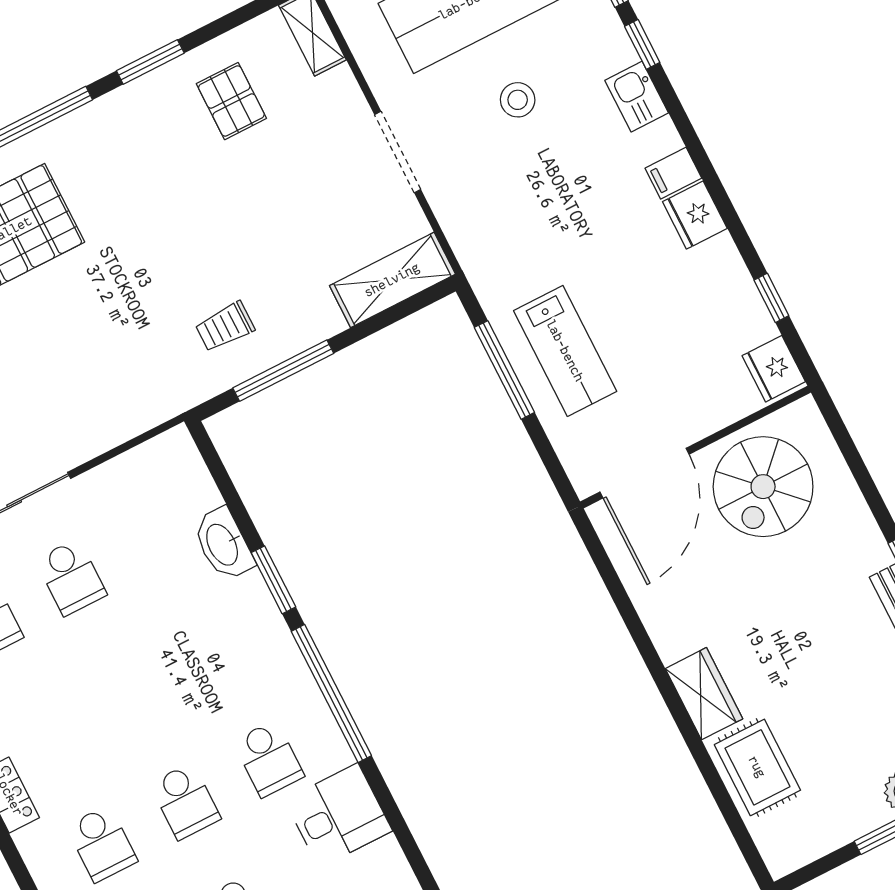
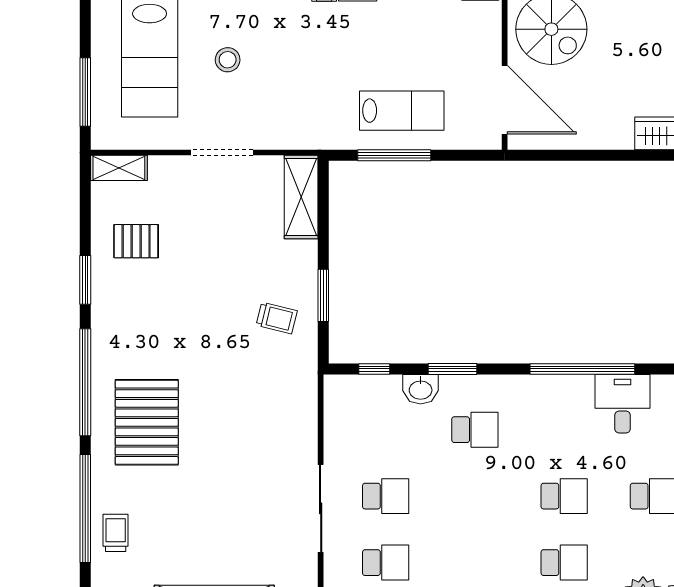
trolley: (225, 327) -> (277, 318), turned -76
window: (283, 371) -> (323, 295), width x0.69
window: (223, 482) -> (374, 369), added
washbasin: (223, 544) -> (421, 389), width x0.72
window: (331, 693) -> (582, 369), moved
school desk: (269, 759) -> (475, 430), moved

